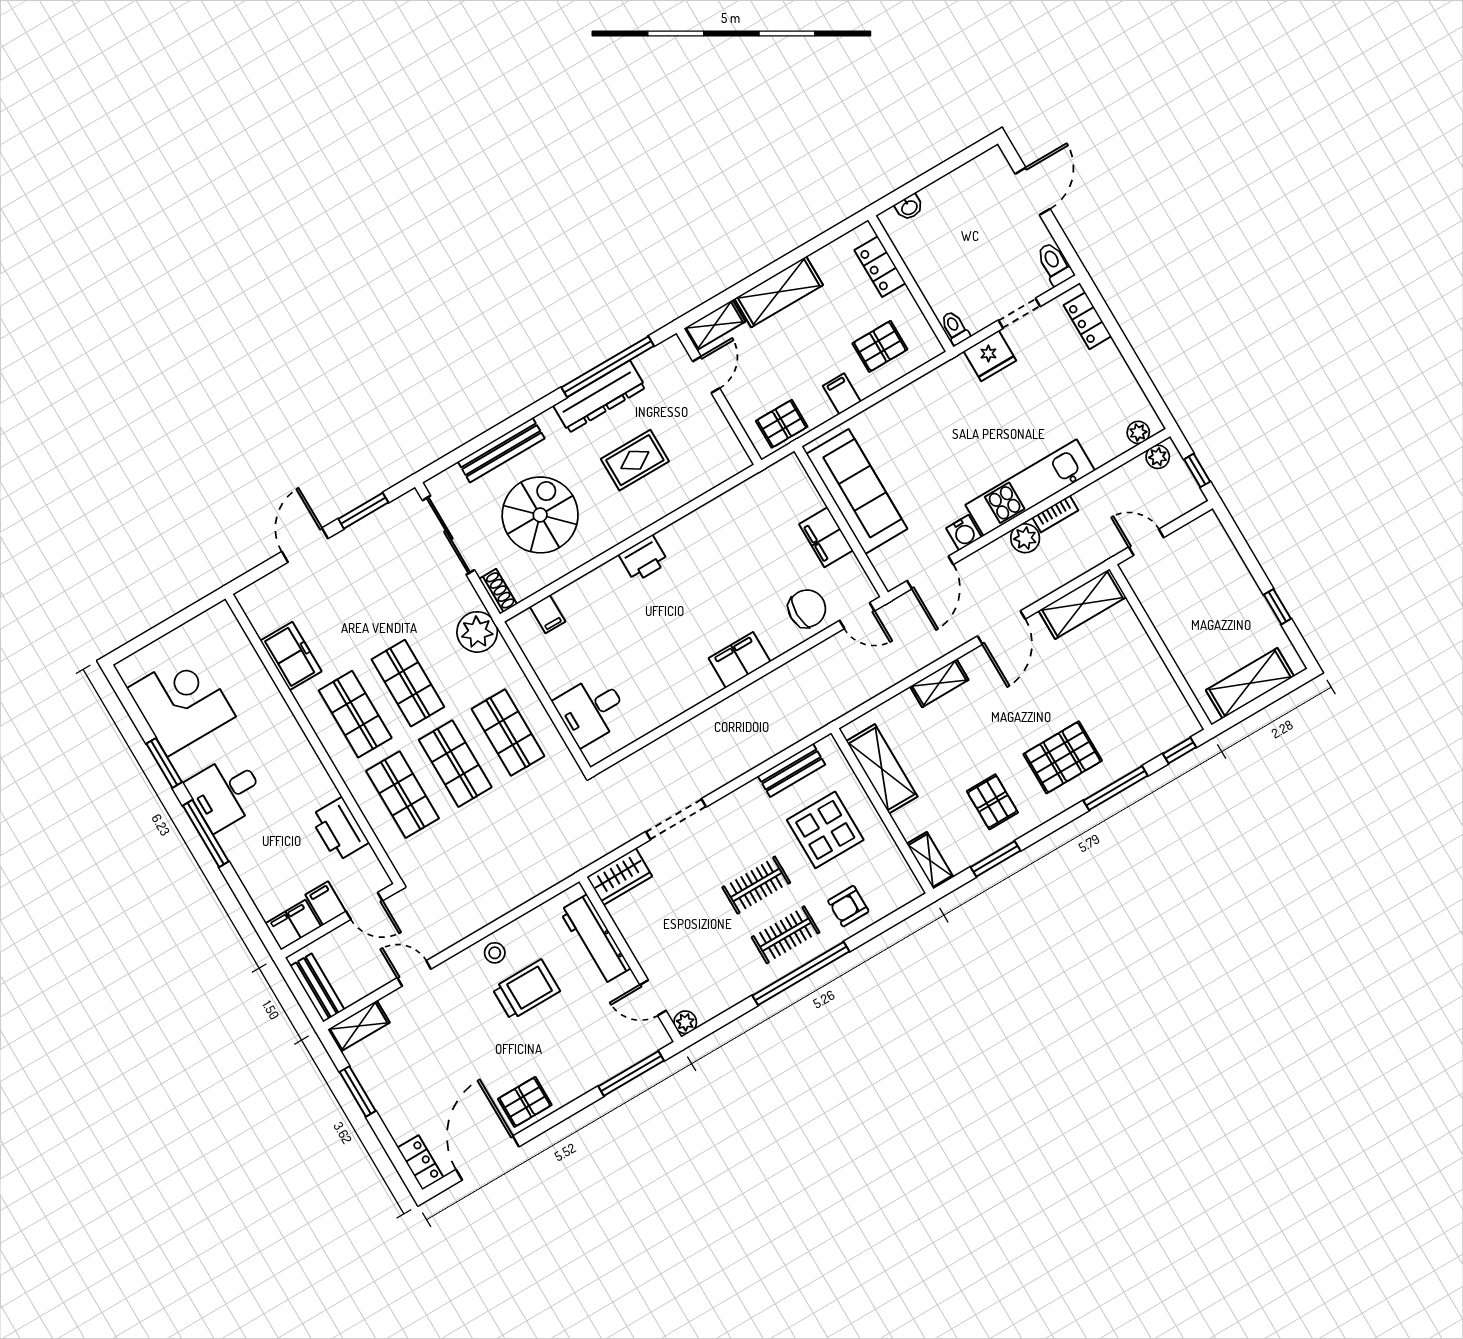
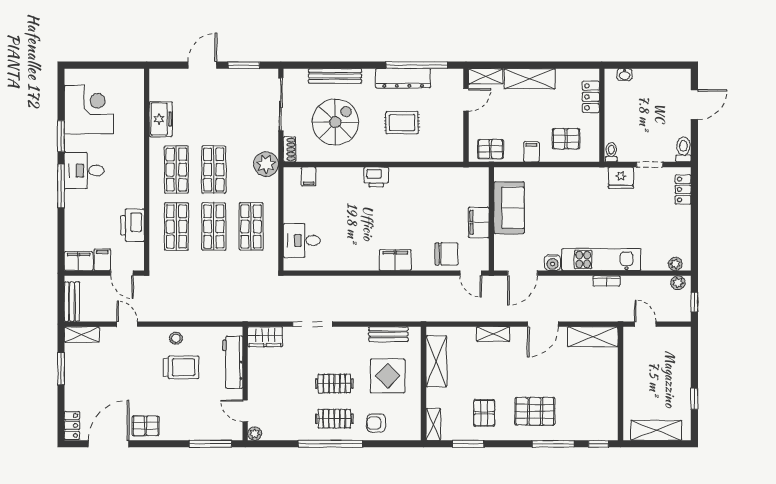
sofa: (857, 491) -> (509, 208), width x0.73
plant: (1025, 538) -> (583, 284), removed

